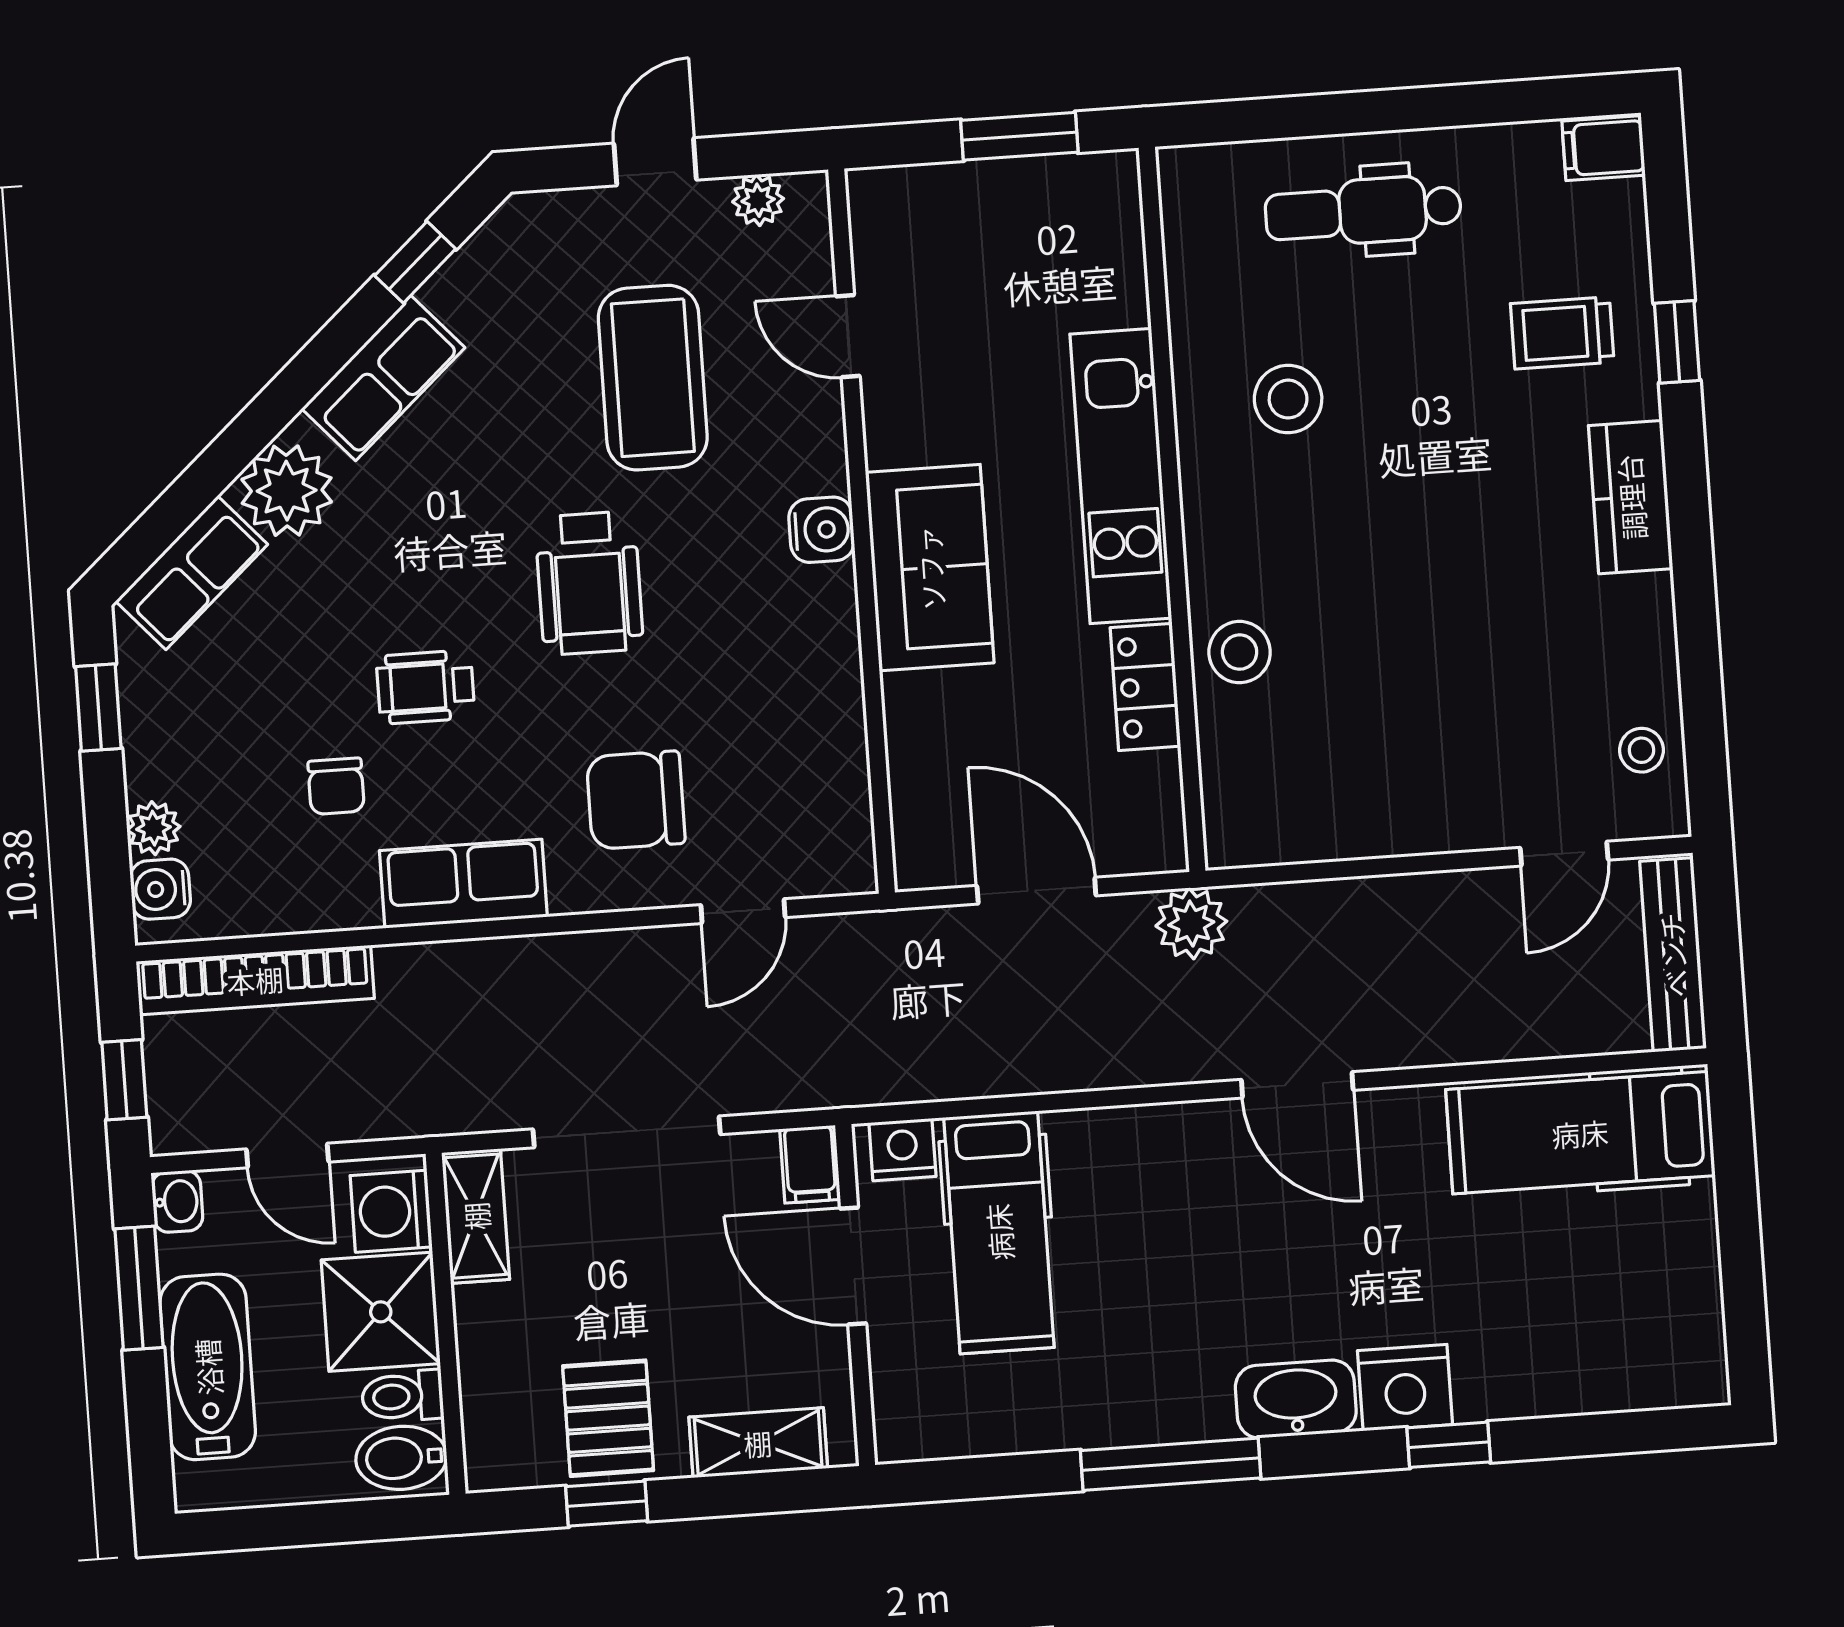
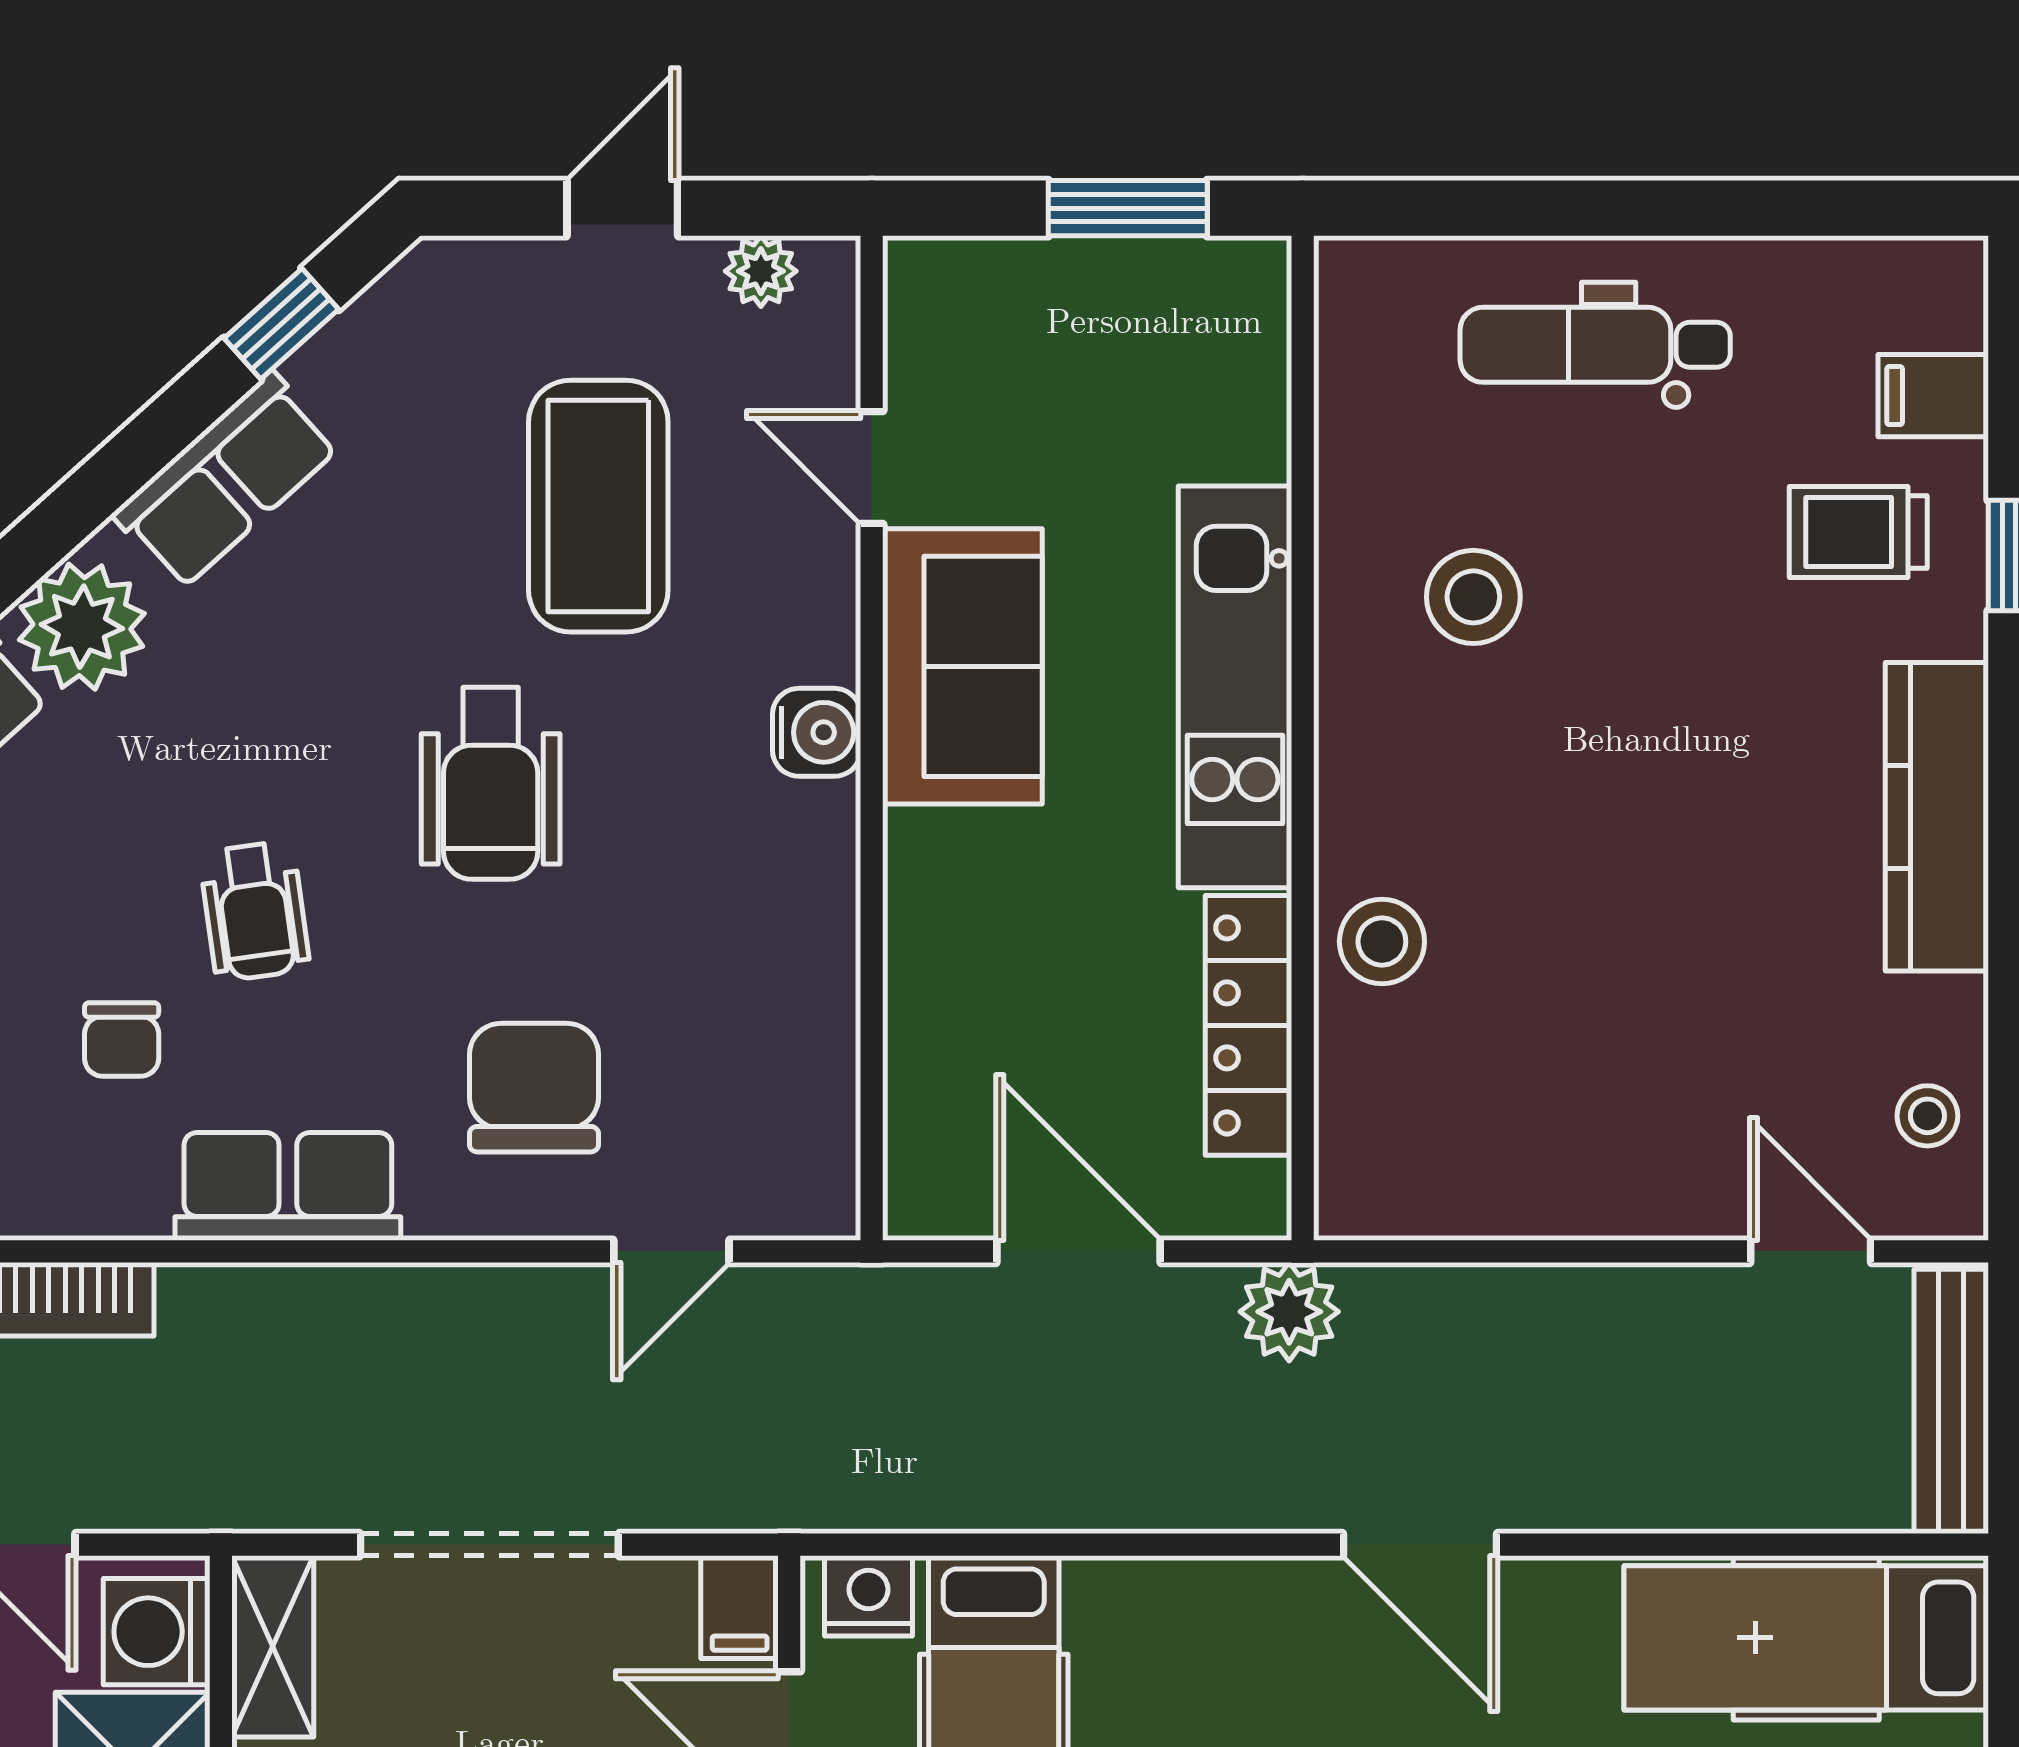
filing cabinet: (1604, 148) -> (1933, 396), moved
kitchen counter: (1631, 497) -> (1937, 817), width x1.50
sofa: (930, 568) -> (962, 666), moved
wheelchair: (425, 687) -> (255, 911), turned -98
locker: (1145, 687) -> (1249, 1025), width x1.53
chair: (636, 800) -> (534, 1088), turned 90
door: (1564, 854) -> (1811, 1251), swing flipped

